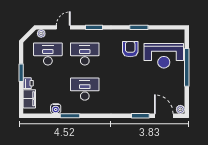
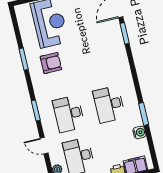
armchair: (130, 49) -> (51, 63), turned 180

